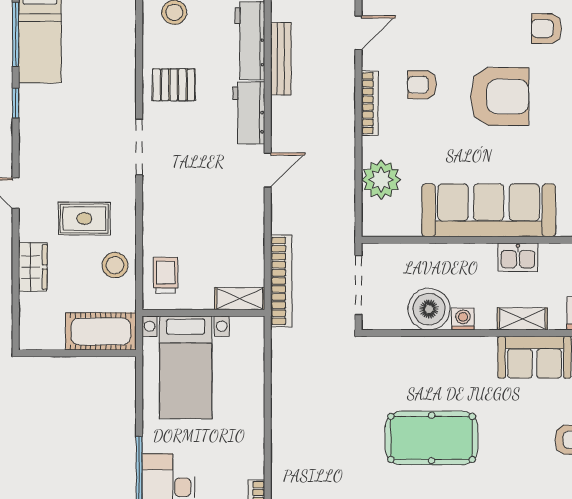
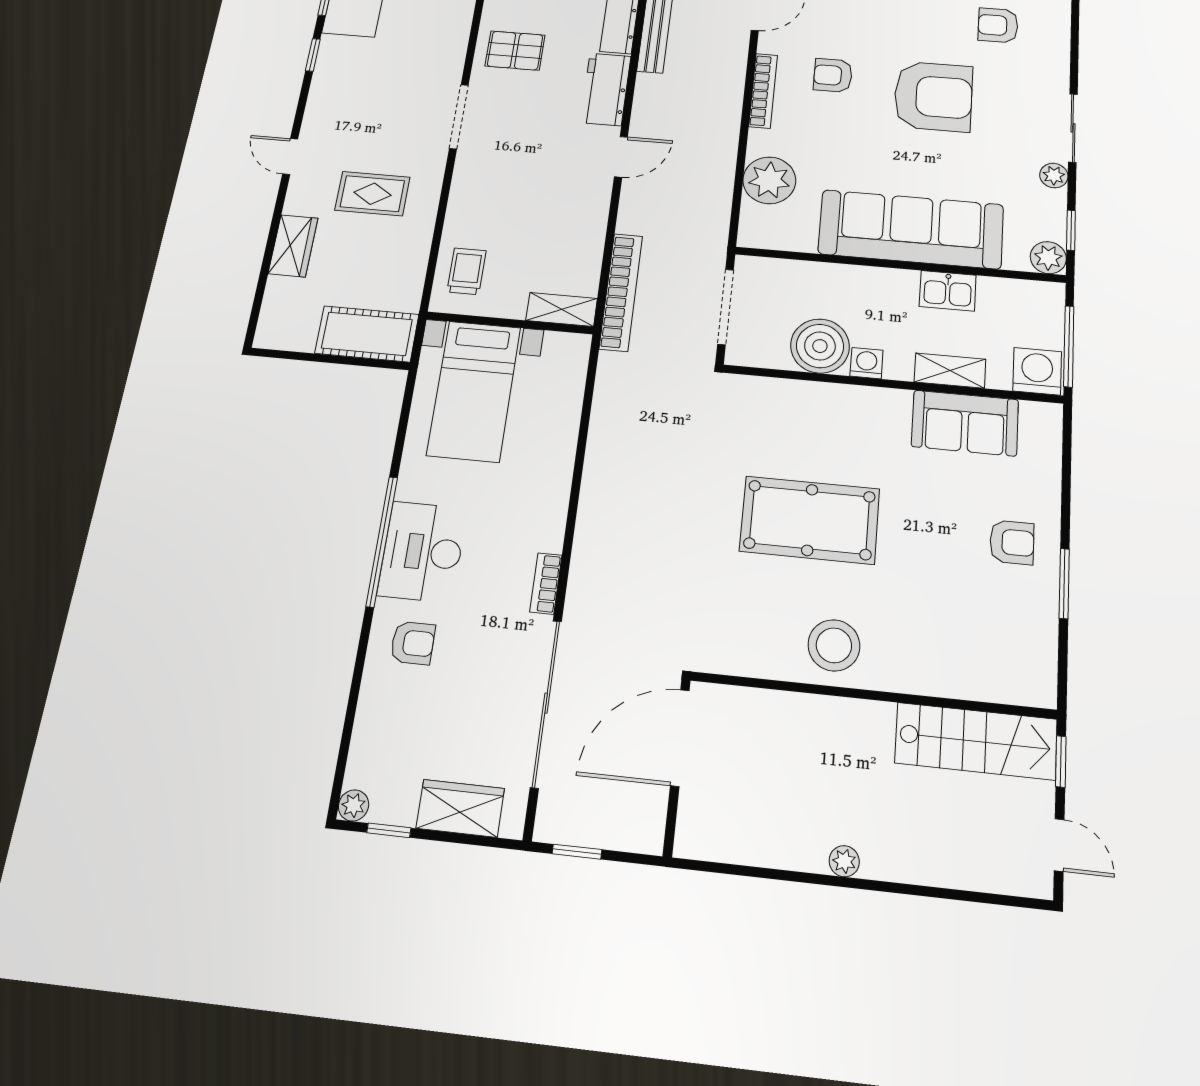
stool: (115, 265) -> (402, 253), removed

